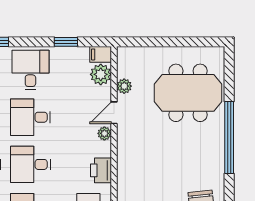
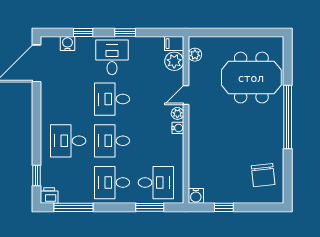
window: (66, 42) -> (125, 33), moved
plant: (124, 86) -> (195, 55), moved
water cooler: (105, 150) -> (178, 128), added
printer: (101, 170) -> (174, 146), removed

